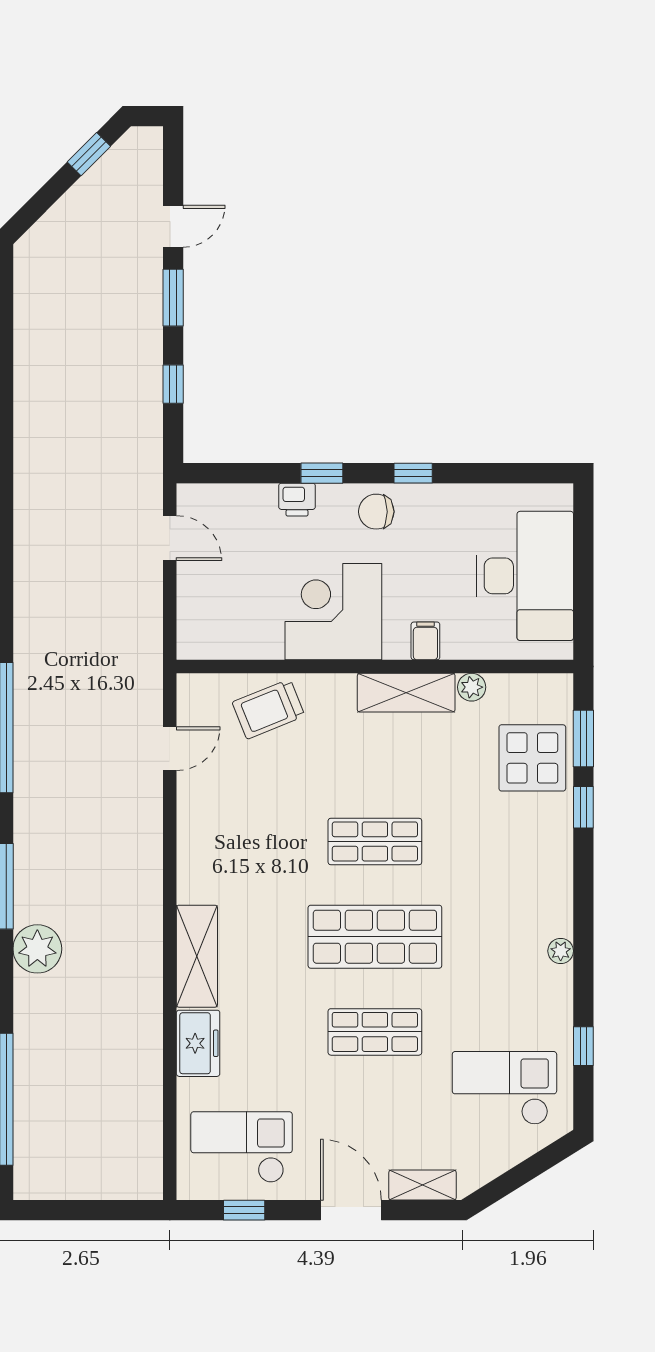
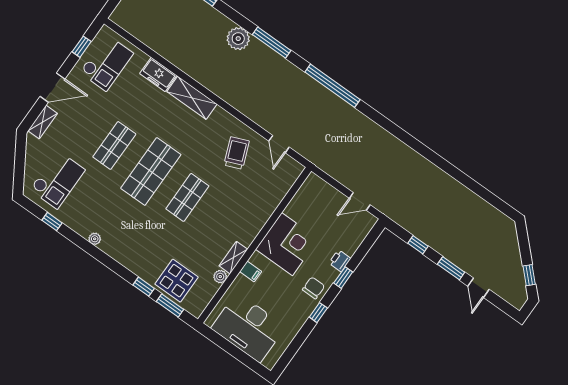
shelving: (406, 693) -> (233, 258), width x0.67, depth x0.75
trolley: (269, 709) -> (237, 153), moved

